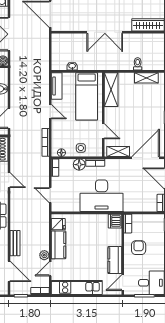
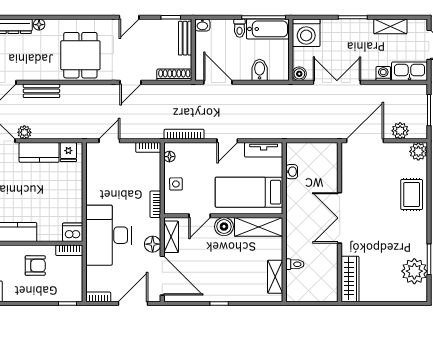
boiler: (111, 114) -> (224, 227), added
floor lamp: (79, 165) -> (153, 244), moved
desk: (102, 196) -> (108, 235), moved

